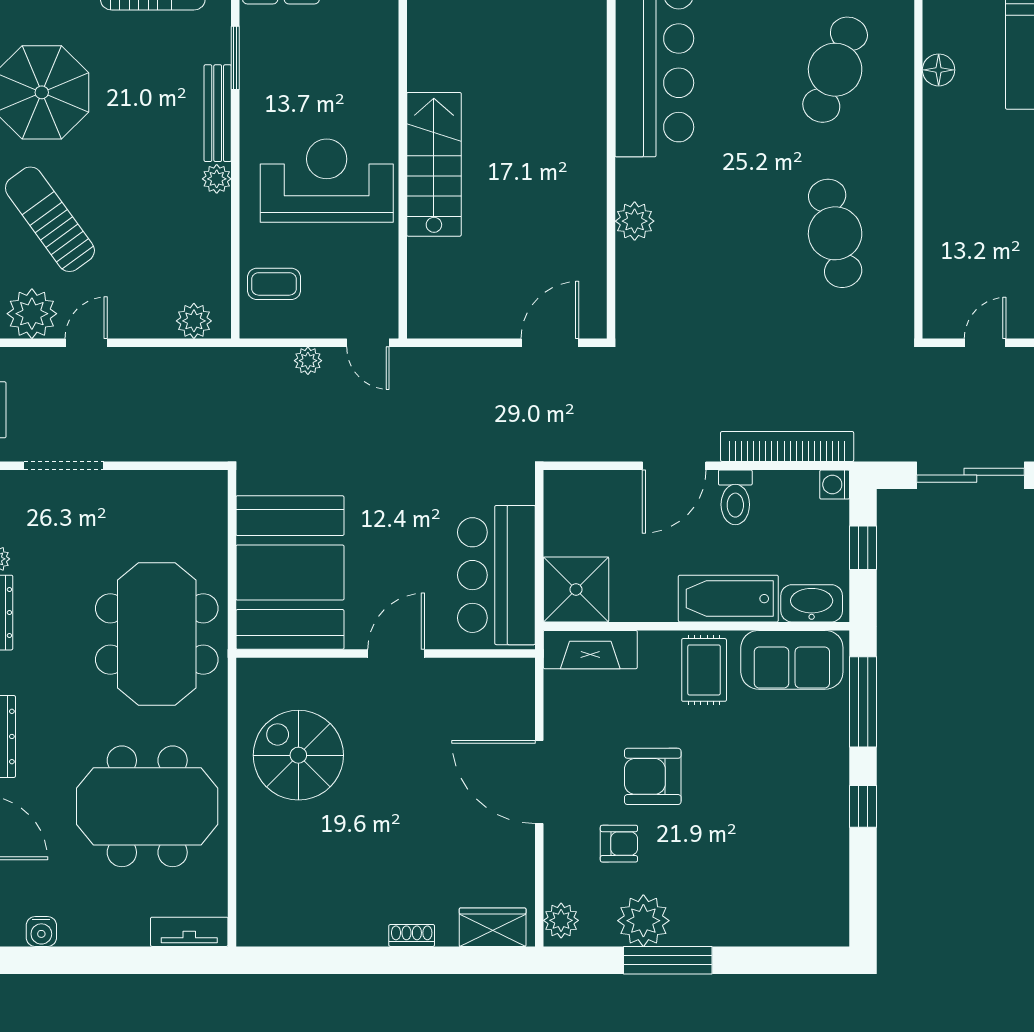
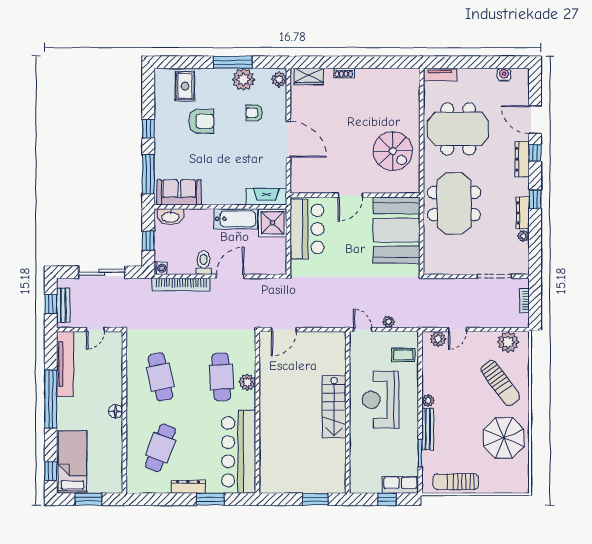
floor lamp: (939, 70) -> (116, 411), moved
reception desk: (327, 181) -> (381, 400), turned 90
cafe table: (694, 233) -> (221, 377), added
door: (86, 343) -> (457, 330), moved
bathtub: (728, 599) -> (236, 219), moved
rug: (704, 670) -> (185, 86), moved
armchair: (653, 776) -> (201, 121), moved

